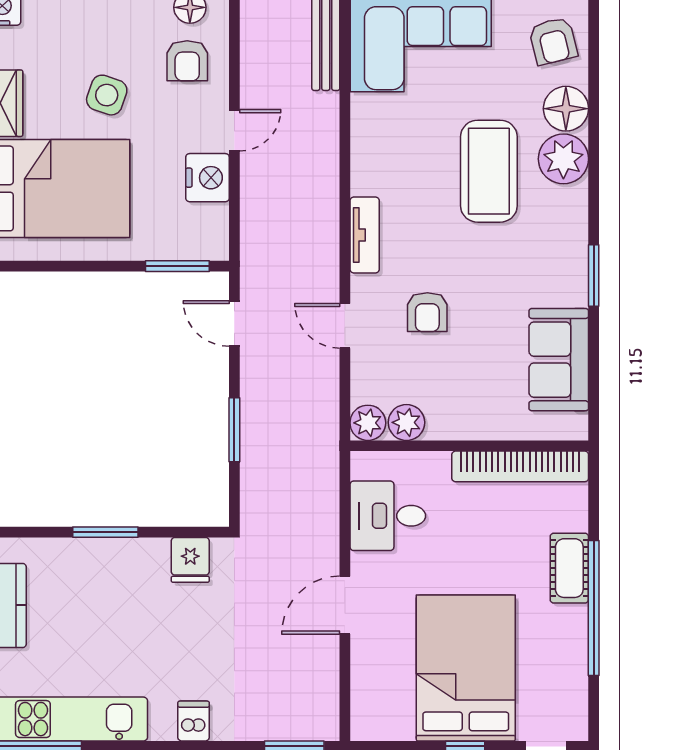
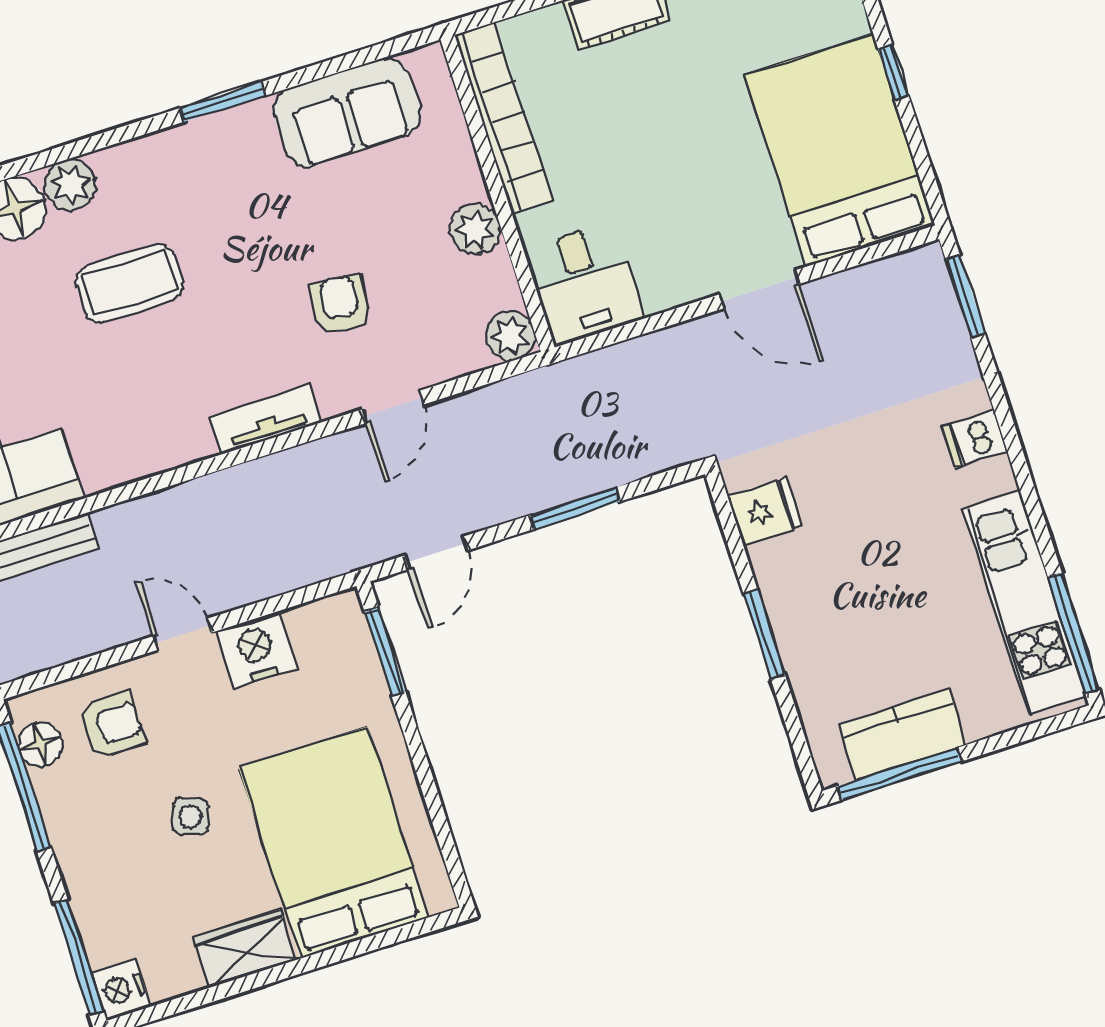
side table: (107, 95) -> (190, 816), width x0.73, depth x0.73
plant: (563, 159) -> (70, 185), width x0.73, depth x0.73
coffee table: (489, 171) -> (129, 283), width x0.73, depth x0.76
armchair: (427, 312) -> (340, 305), turned -84
plant: (406, 422) -> (475, 229), moved
desk: (388, 516) -> (585, 283), moved
bed: (466, 668) -> (840, 150), moved, turned 90

